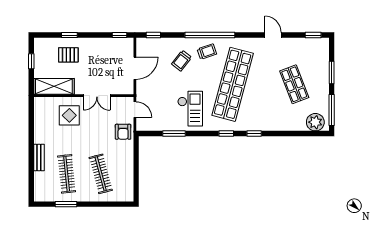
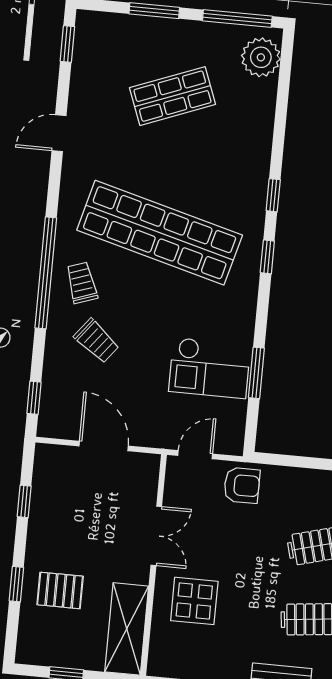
window: (119, 35) -> (24, 501), moved
pallet: (68, 55) -> (60, 590), turned 90
checkout: (190, 109) -> (210, 368), moved, turned 180

